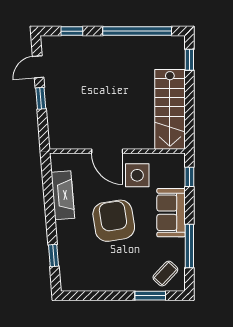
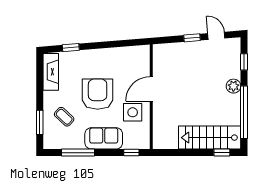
plant: (103, 45) -> (233, 86), added
stairs: (170, 109) -> (210, 138), moved
fireplace: (63, 195) -> (51, 72), moved, turned -85
armchair: (114, 221) -> (98, 94), turned -81
coffee table: (165, 274) -> (64, 117), moved

